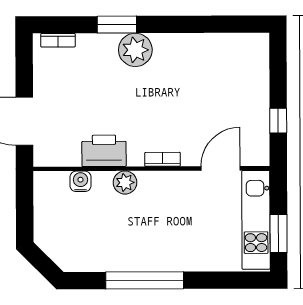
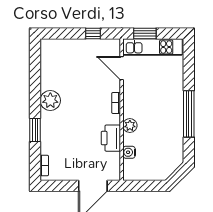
plant: (135, 50) -> (50, 100), moved
window: (279, 233) -> (145, 33), moved

